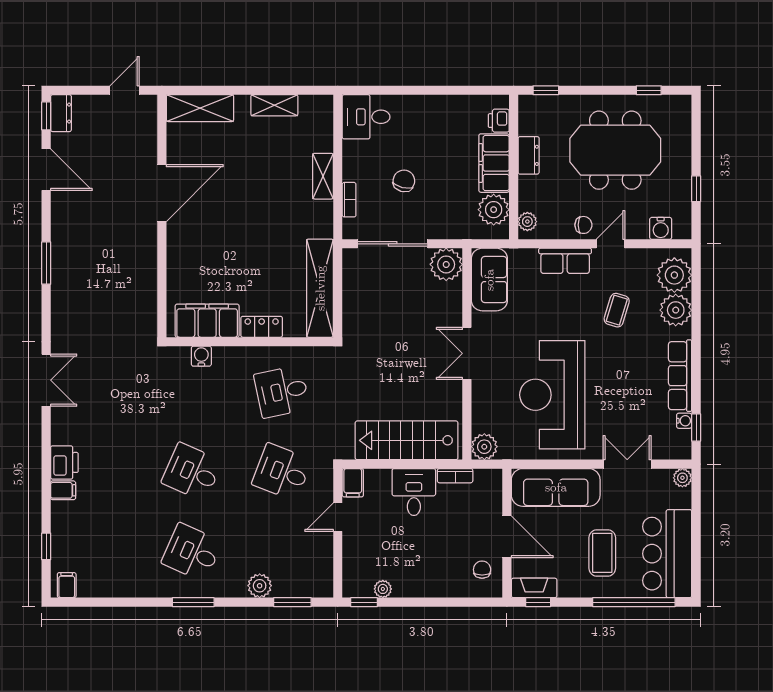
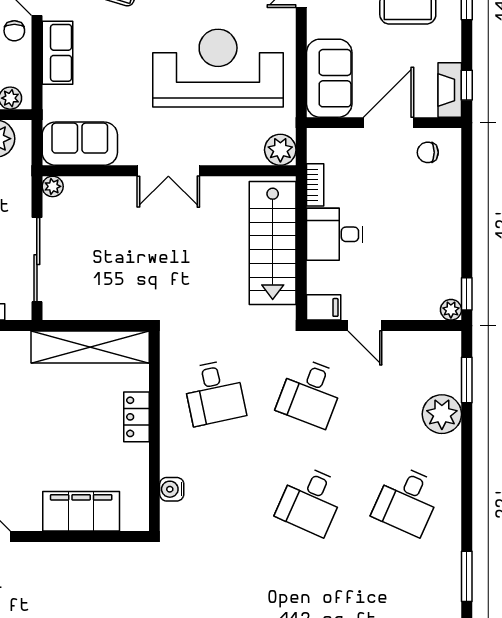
chair: (583, 225) -> (14, 31), turned 180
plant: (446, 264) -> (53, 186), width x0.53, depth x0.53
filing cabinet: (207, 321) -> (81, 511), moved, turned 90
reception desk: (552, 395) -> (218, 68), turned 180
sofa: (556, 487) -> (329, 78), width x0.73
plant: (260, 586) -> (442, 414), width x1.36, depth x1.36
plant: (383, 589) -> (451, 310), moved
window: (193, 602) -> (467, 576), moved

